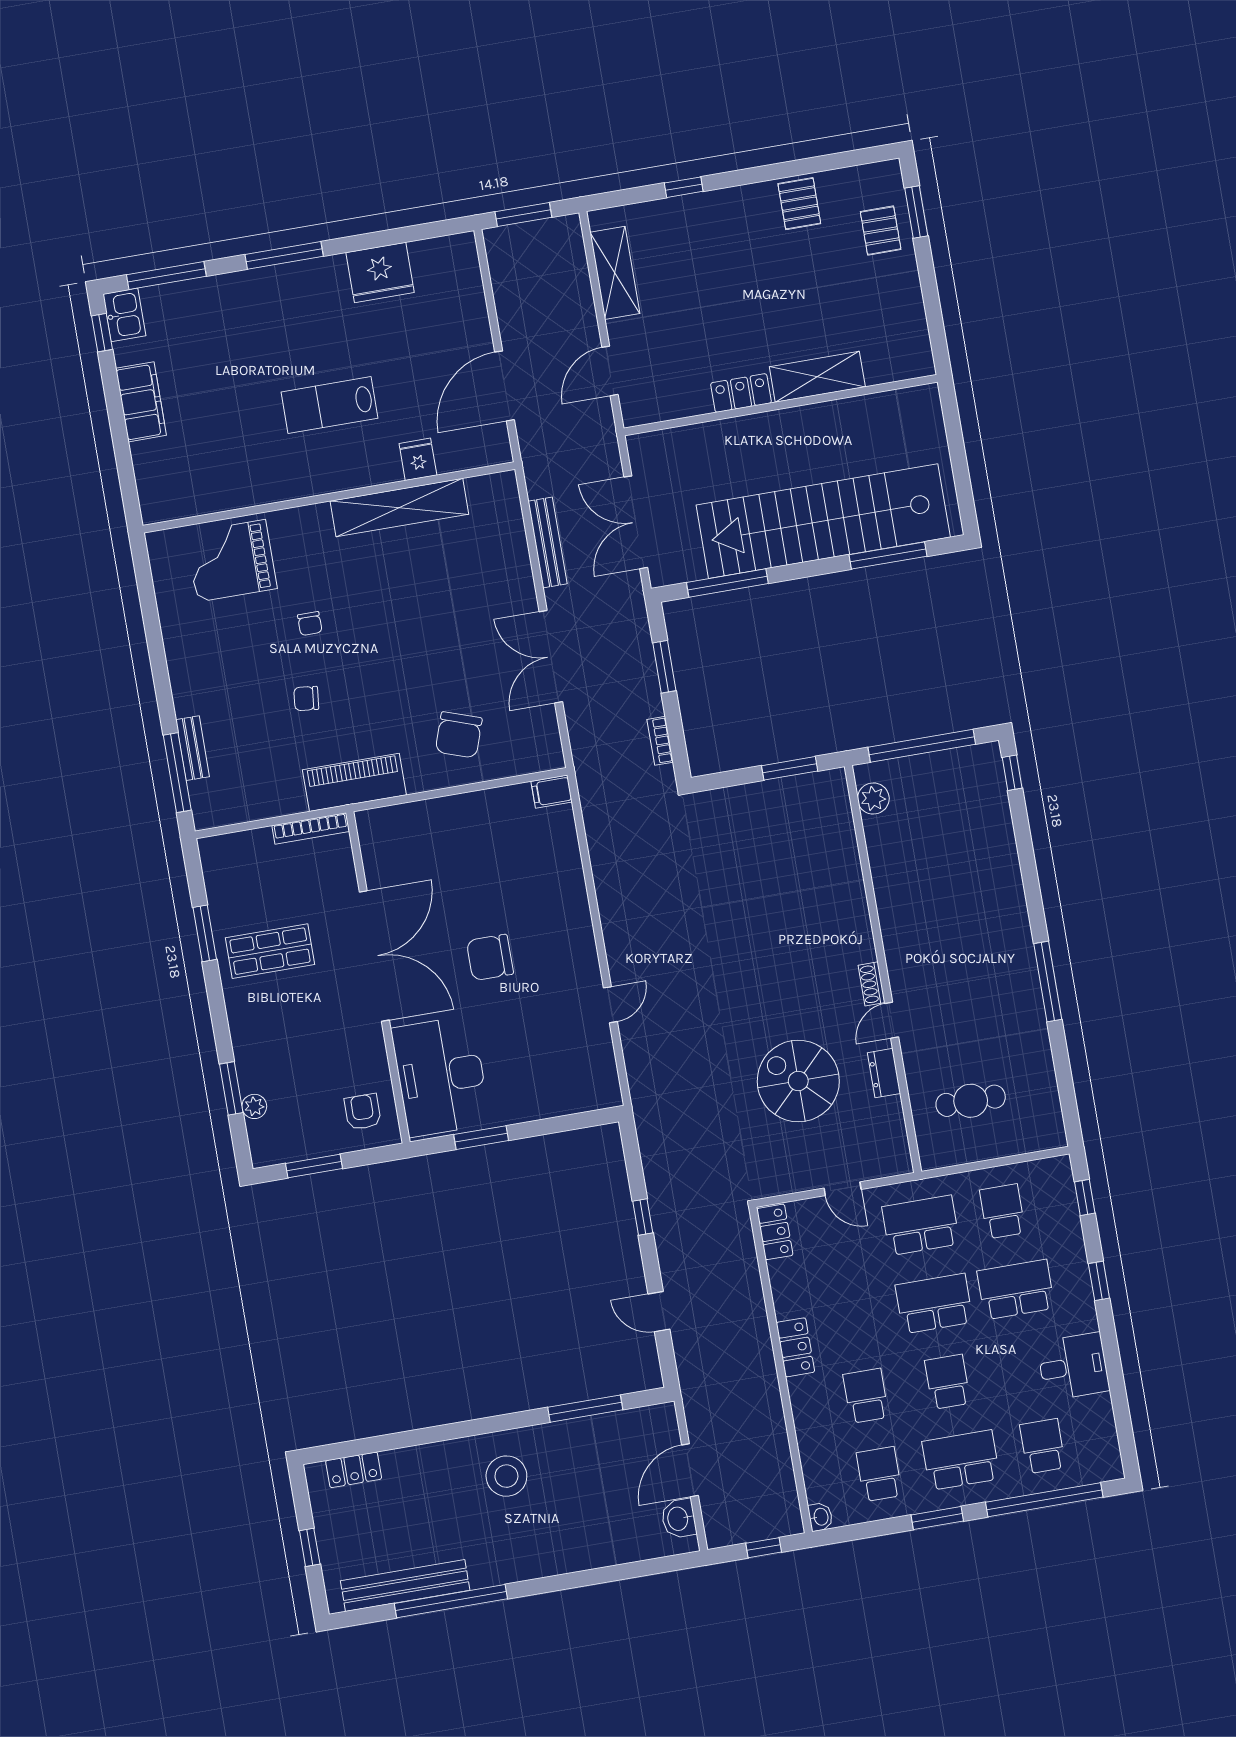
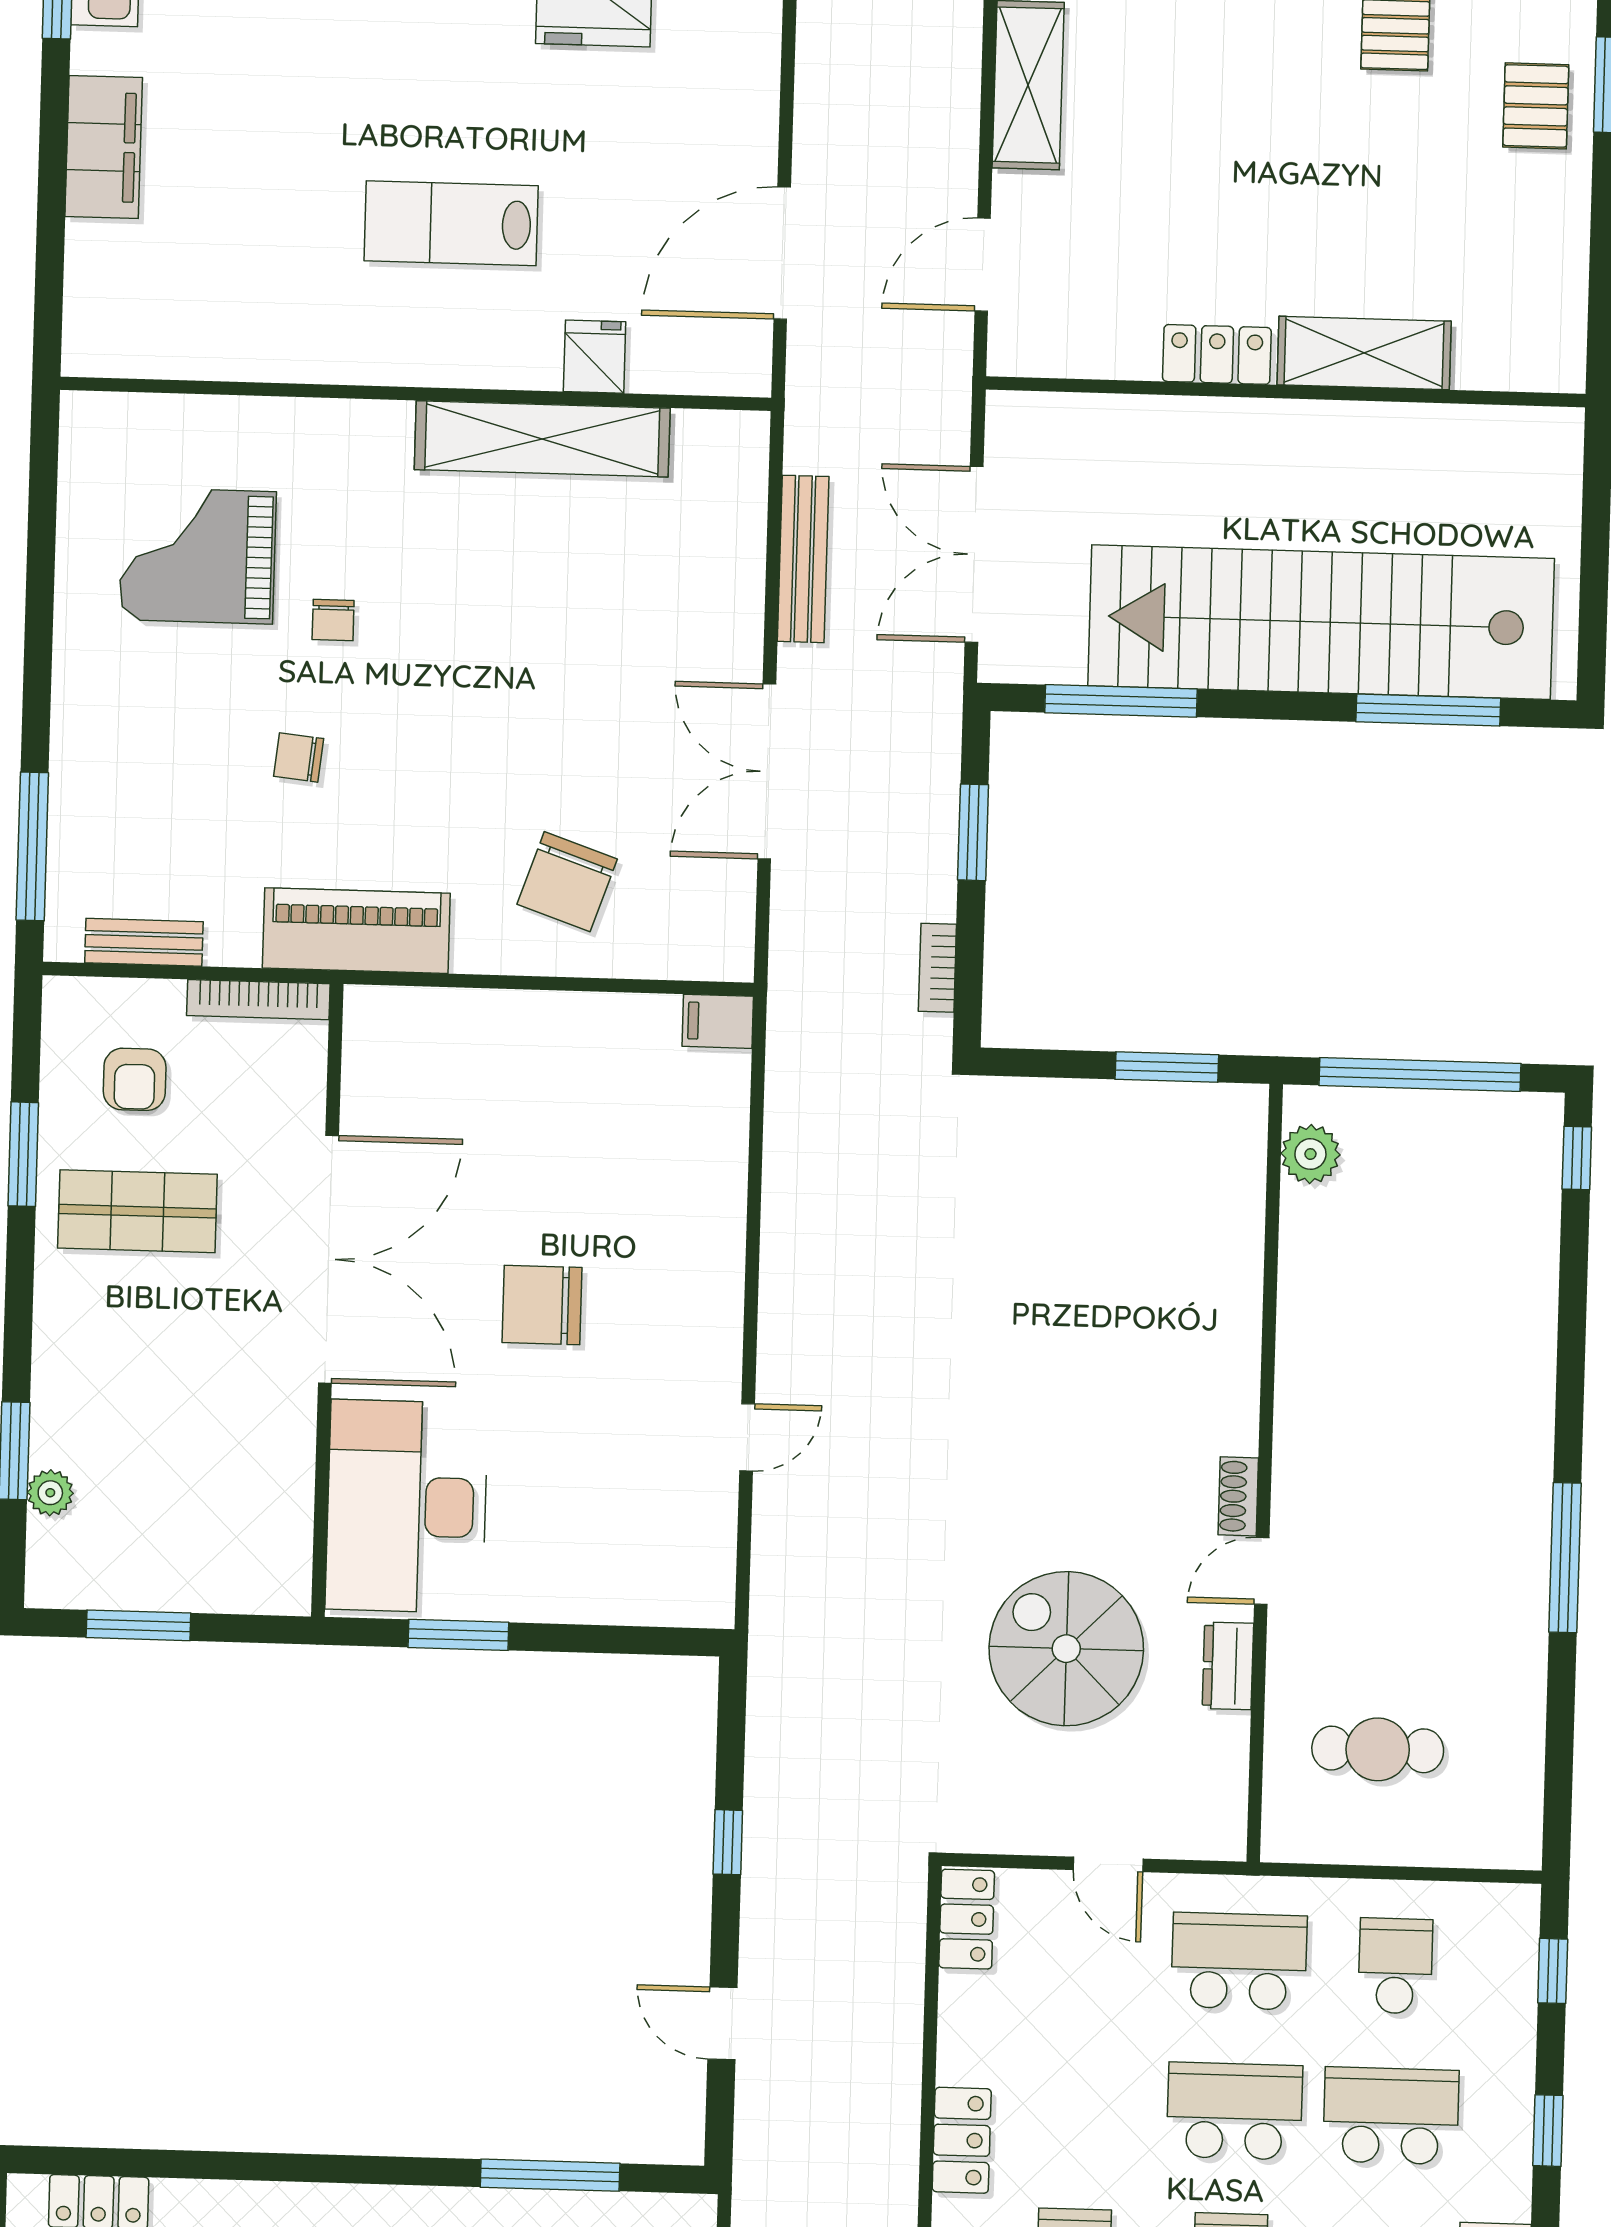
grand piano: (231, 561) -> (198, 556), moved
bench: (193, 748) -> (144, 942), moved, turned 90
armchair: (363, 1112) -> (135, 1079), moved, turned 180

